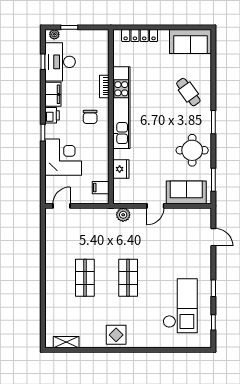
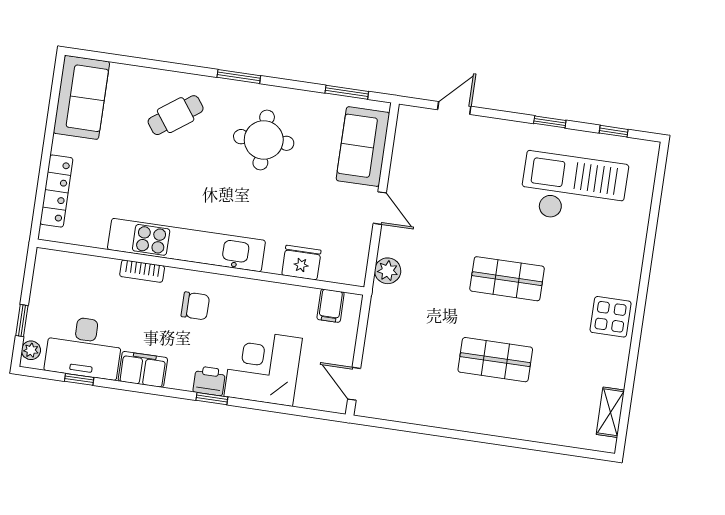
printer: (52, 115) -> (209, 381), moved
round table: (192, 150) -> (264, 140), moved

